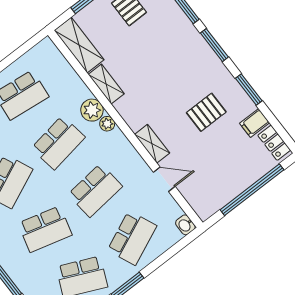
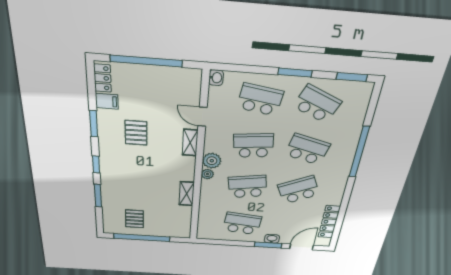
shelving: (79, 45) -> (183, 222), removed
window: (214, 45) -> (96, 164), width x0.67
plant: (92, 110) -> (212, 161), moved
pallet: (206, 112) -> (136, 133), turned 90
school desk: (132, 238) -> (260, 100), turned 33

